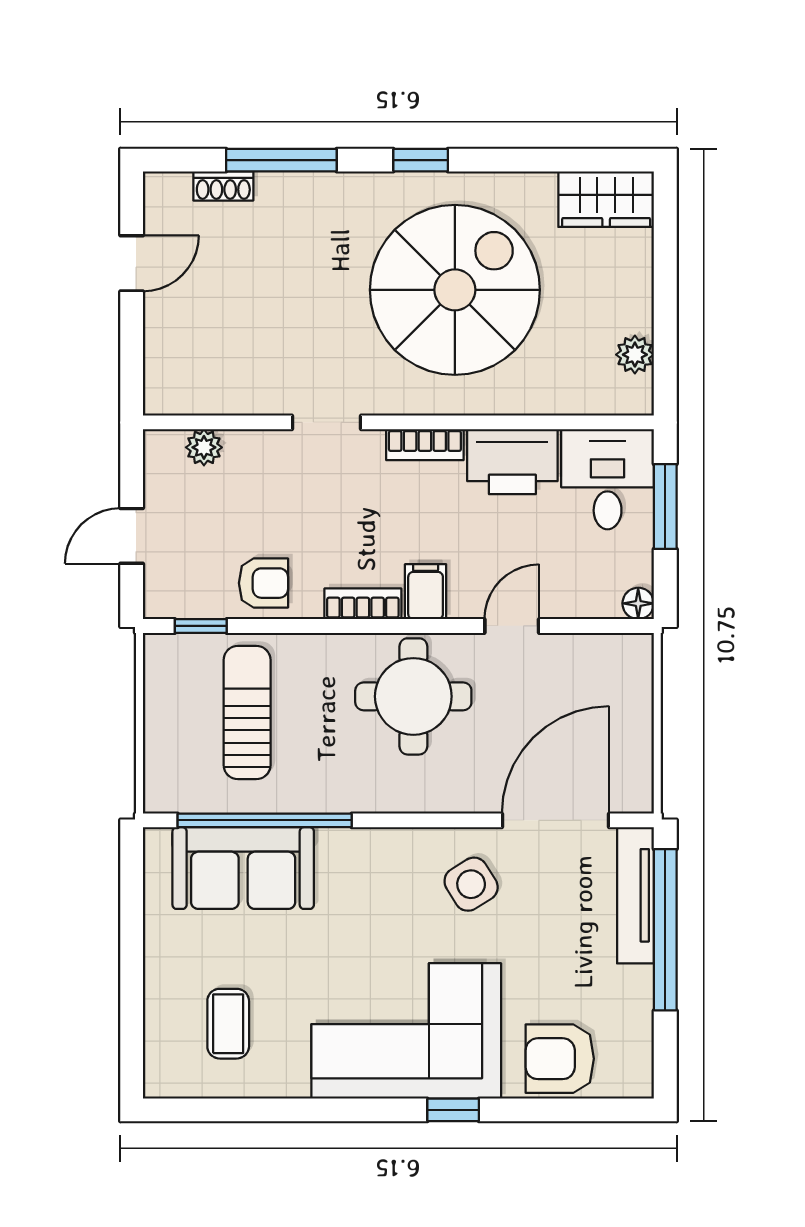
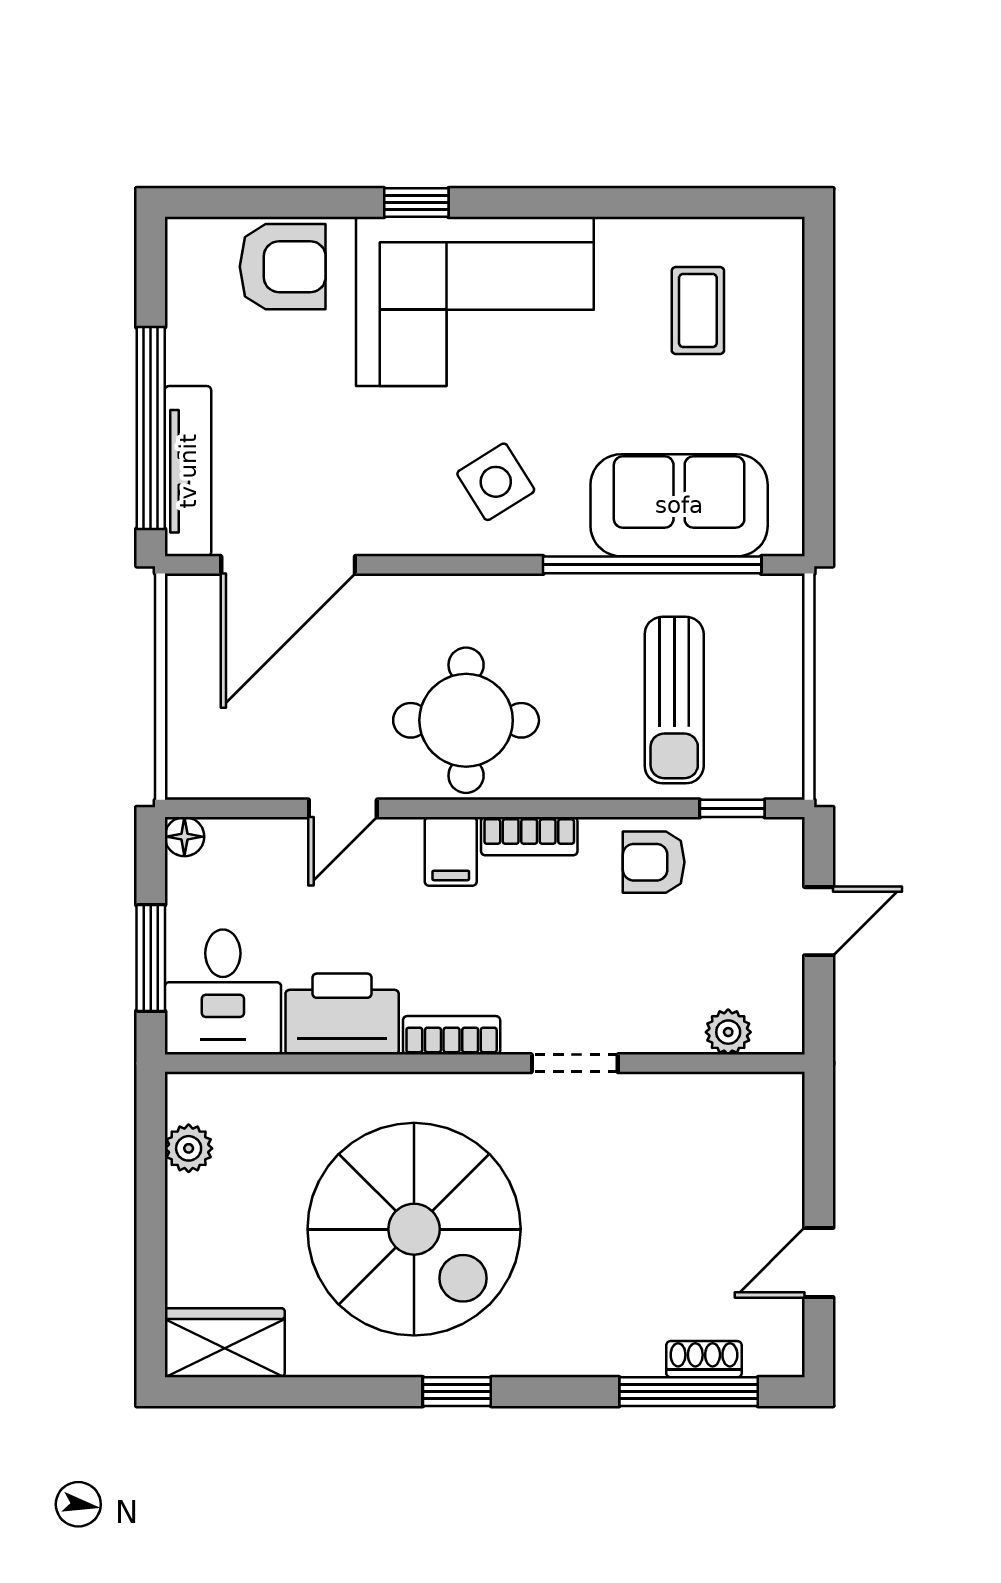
window: (281, 160) -> (689, 1392), moved
spiral stairs: (455, 290) -> (414, 1229), turned -90
side table: (471, 884) -> (496, 482), moved

